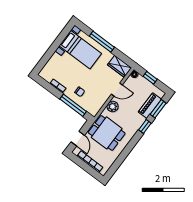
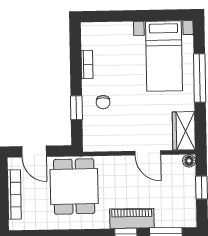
window: (73, 105) -> (76, 108), width x0.46
piano: (150, 106) -> (132, 218), moved
plant: (113, 107) -> (119, 166), removed
door: (78, 139) -> (34, 151), hinge flipped

